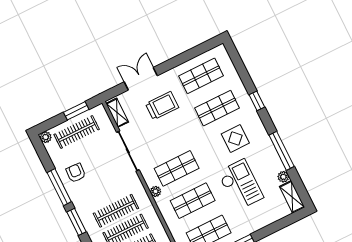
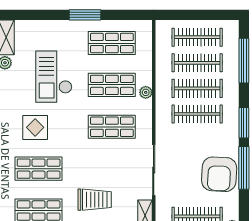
trolley: (162, 106) -> (95, 200), turned 180
armchair: (76, 173) -> (219, 174), width x1.88, depth x1.88
plant: (156, 191) -> (146, 92), moved

